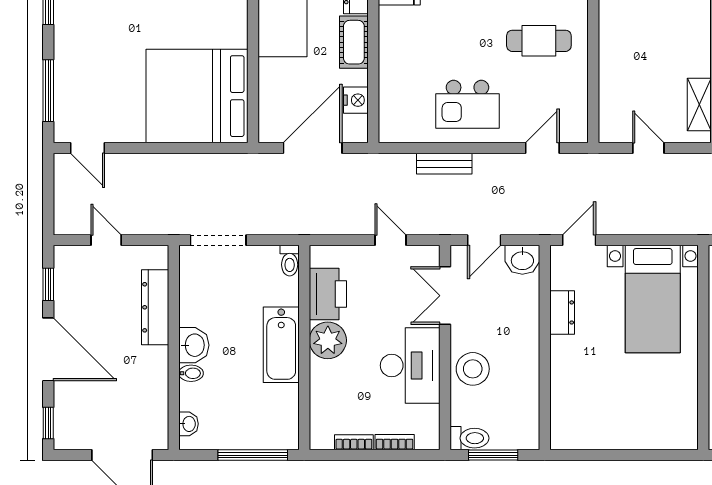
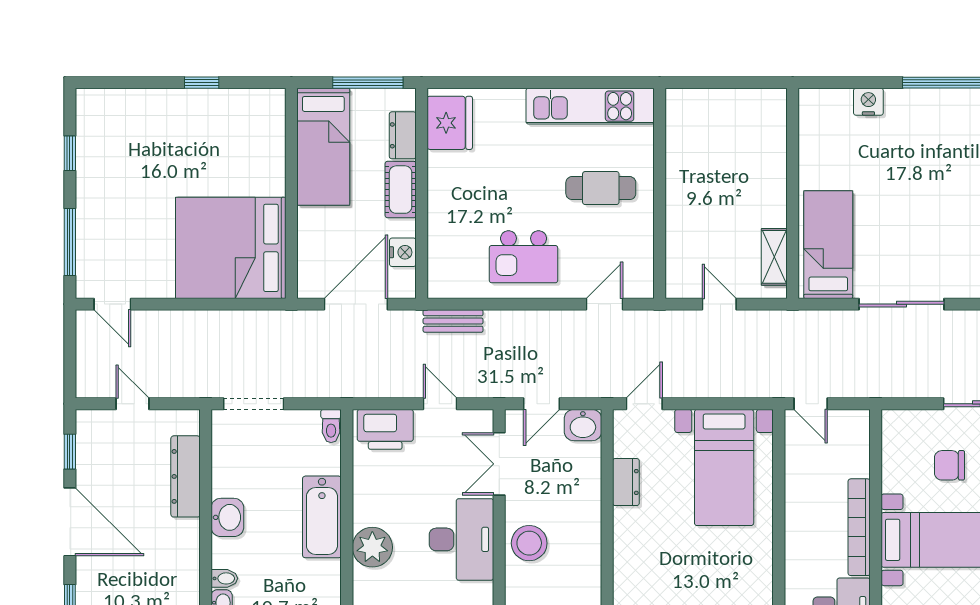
bench: (444, 164) -> (453, 321), moved
printer: (328, 294) -> (385, 429), moved, turned 90
plant: (328, 340) -> (372, 547), moved
bidet: (191, 373) -> (224, 578), moved

